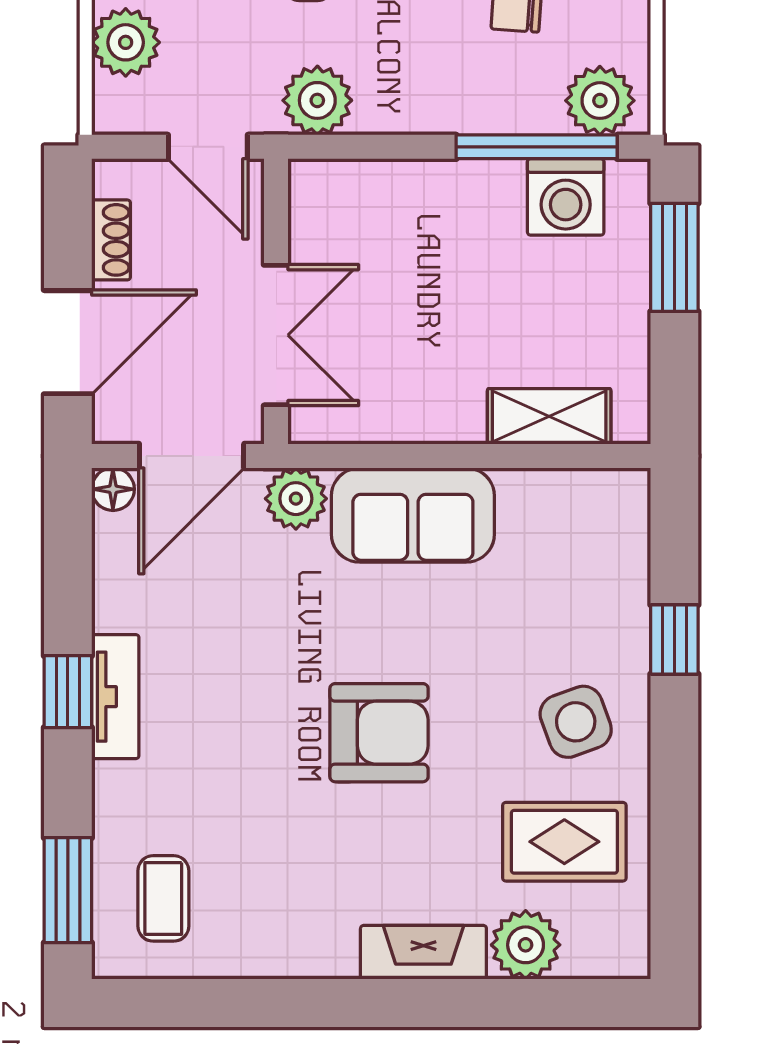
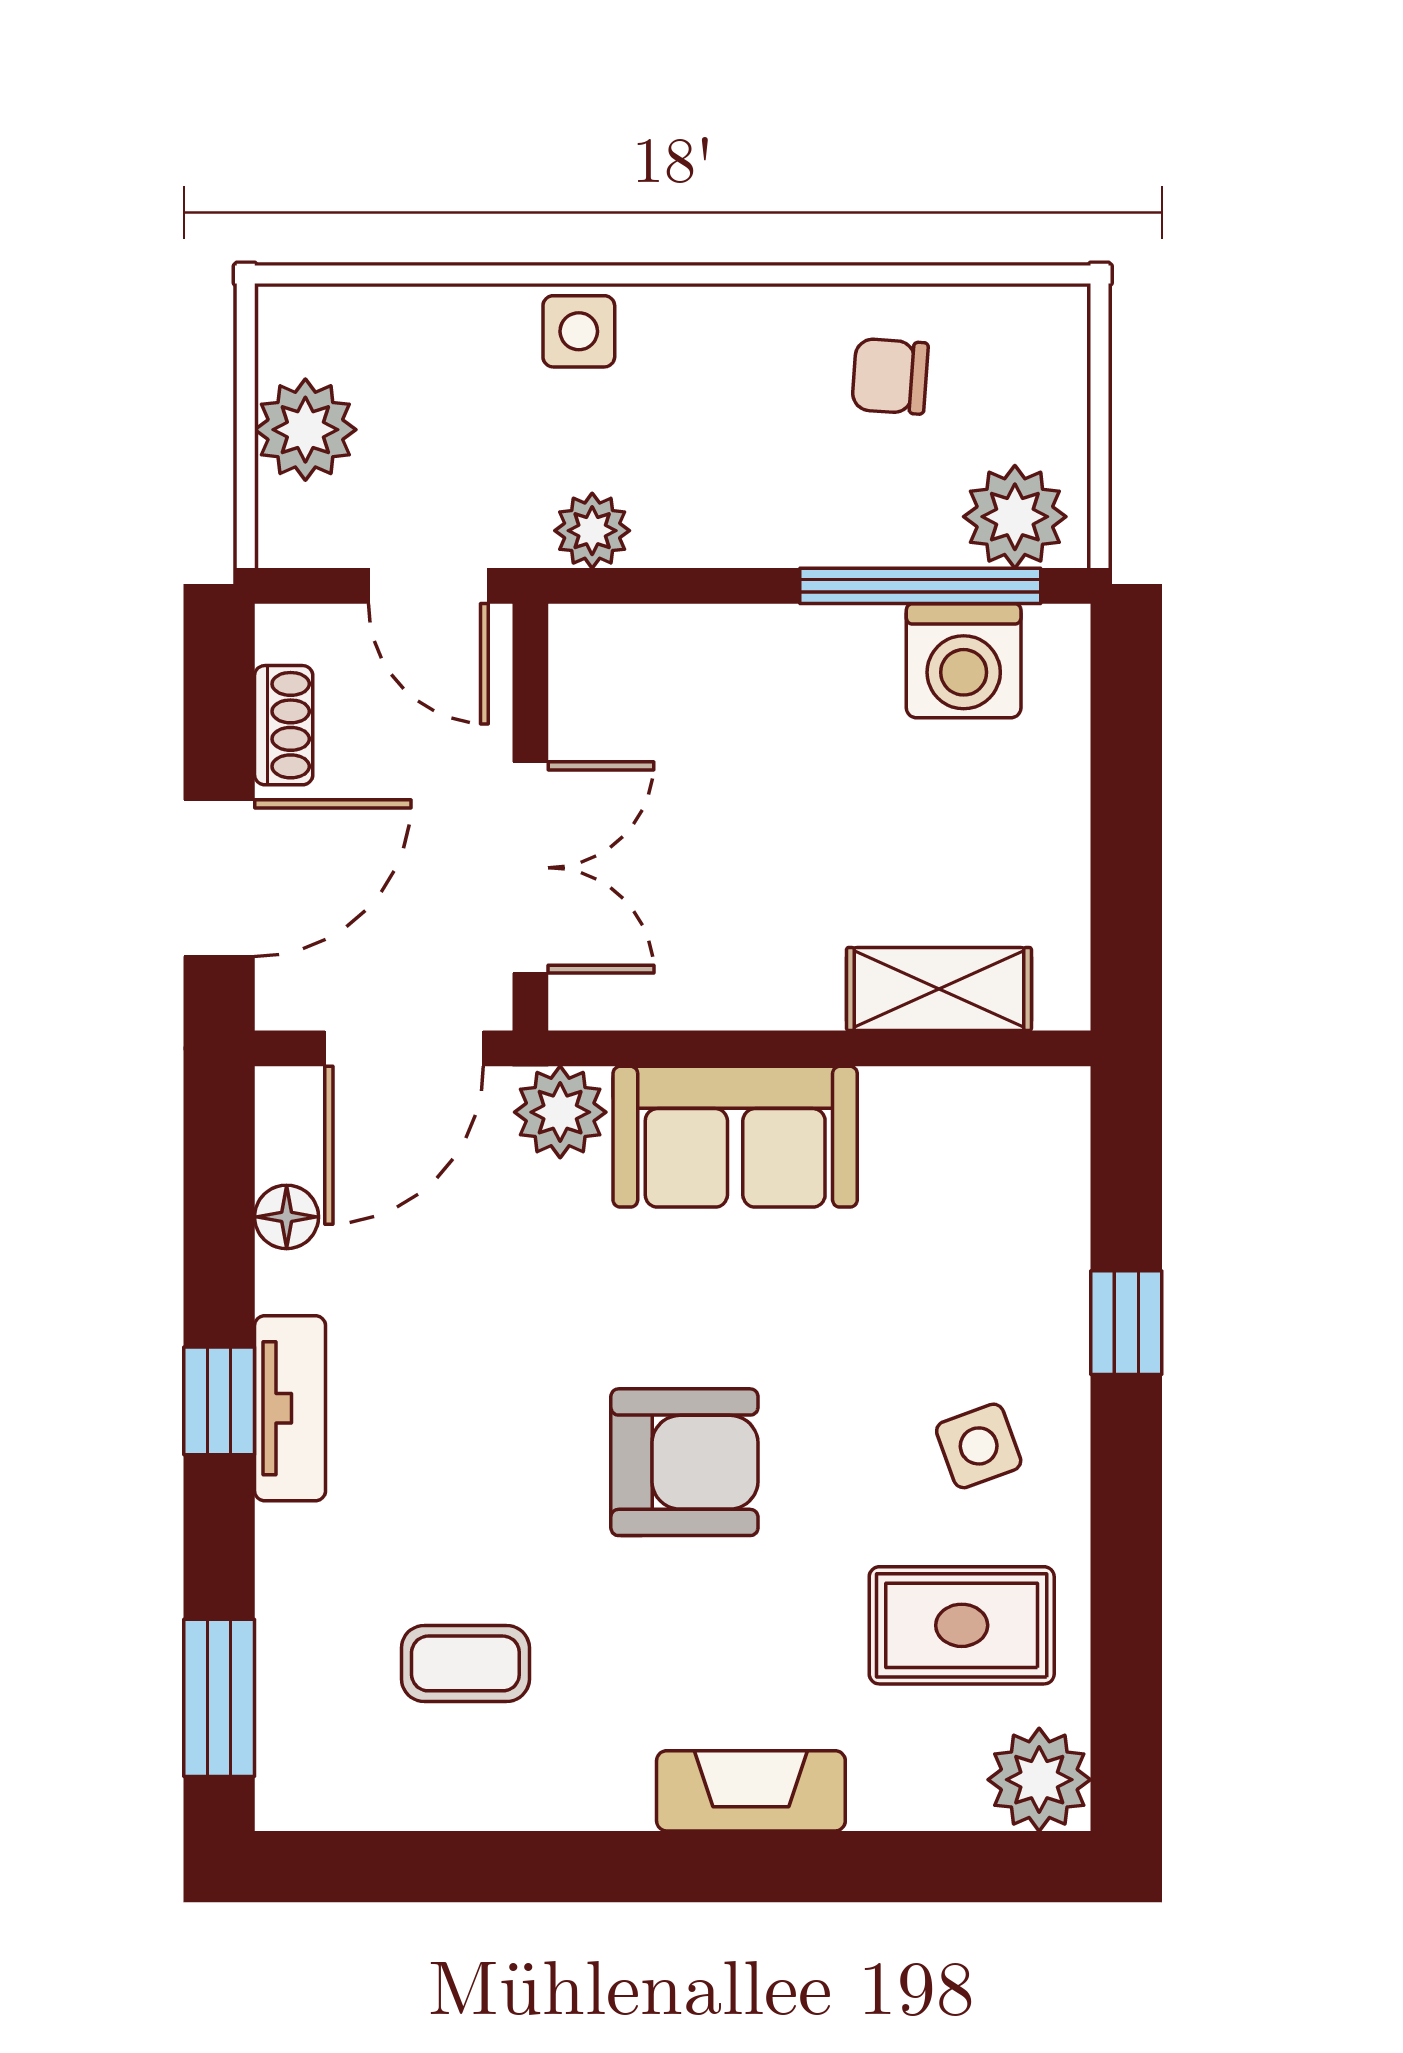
plant: (317, 100) -> (592, 531), width x0.73, depth x0.73
window: (674, 257) -> (1126, 751), removed
floor lamp: (113, 489) -> (287, 1217), moved
side table: (576, 722) -> (979, 1446), width x0.73, depth x0.73
coffee table: (163, 898) -> (465, 1663), moved, turned 90
plant: (526, 945) -> (1039, 1780), moved

